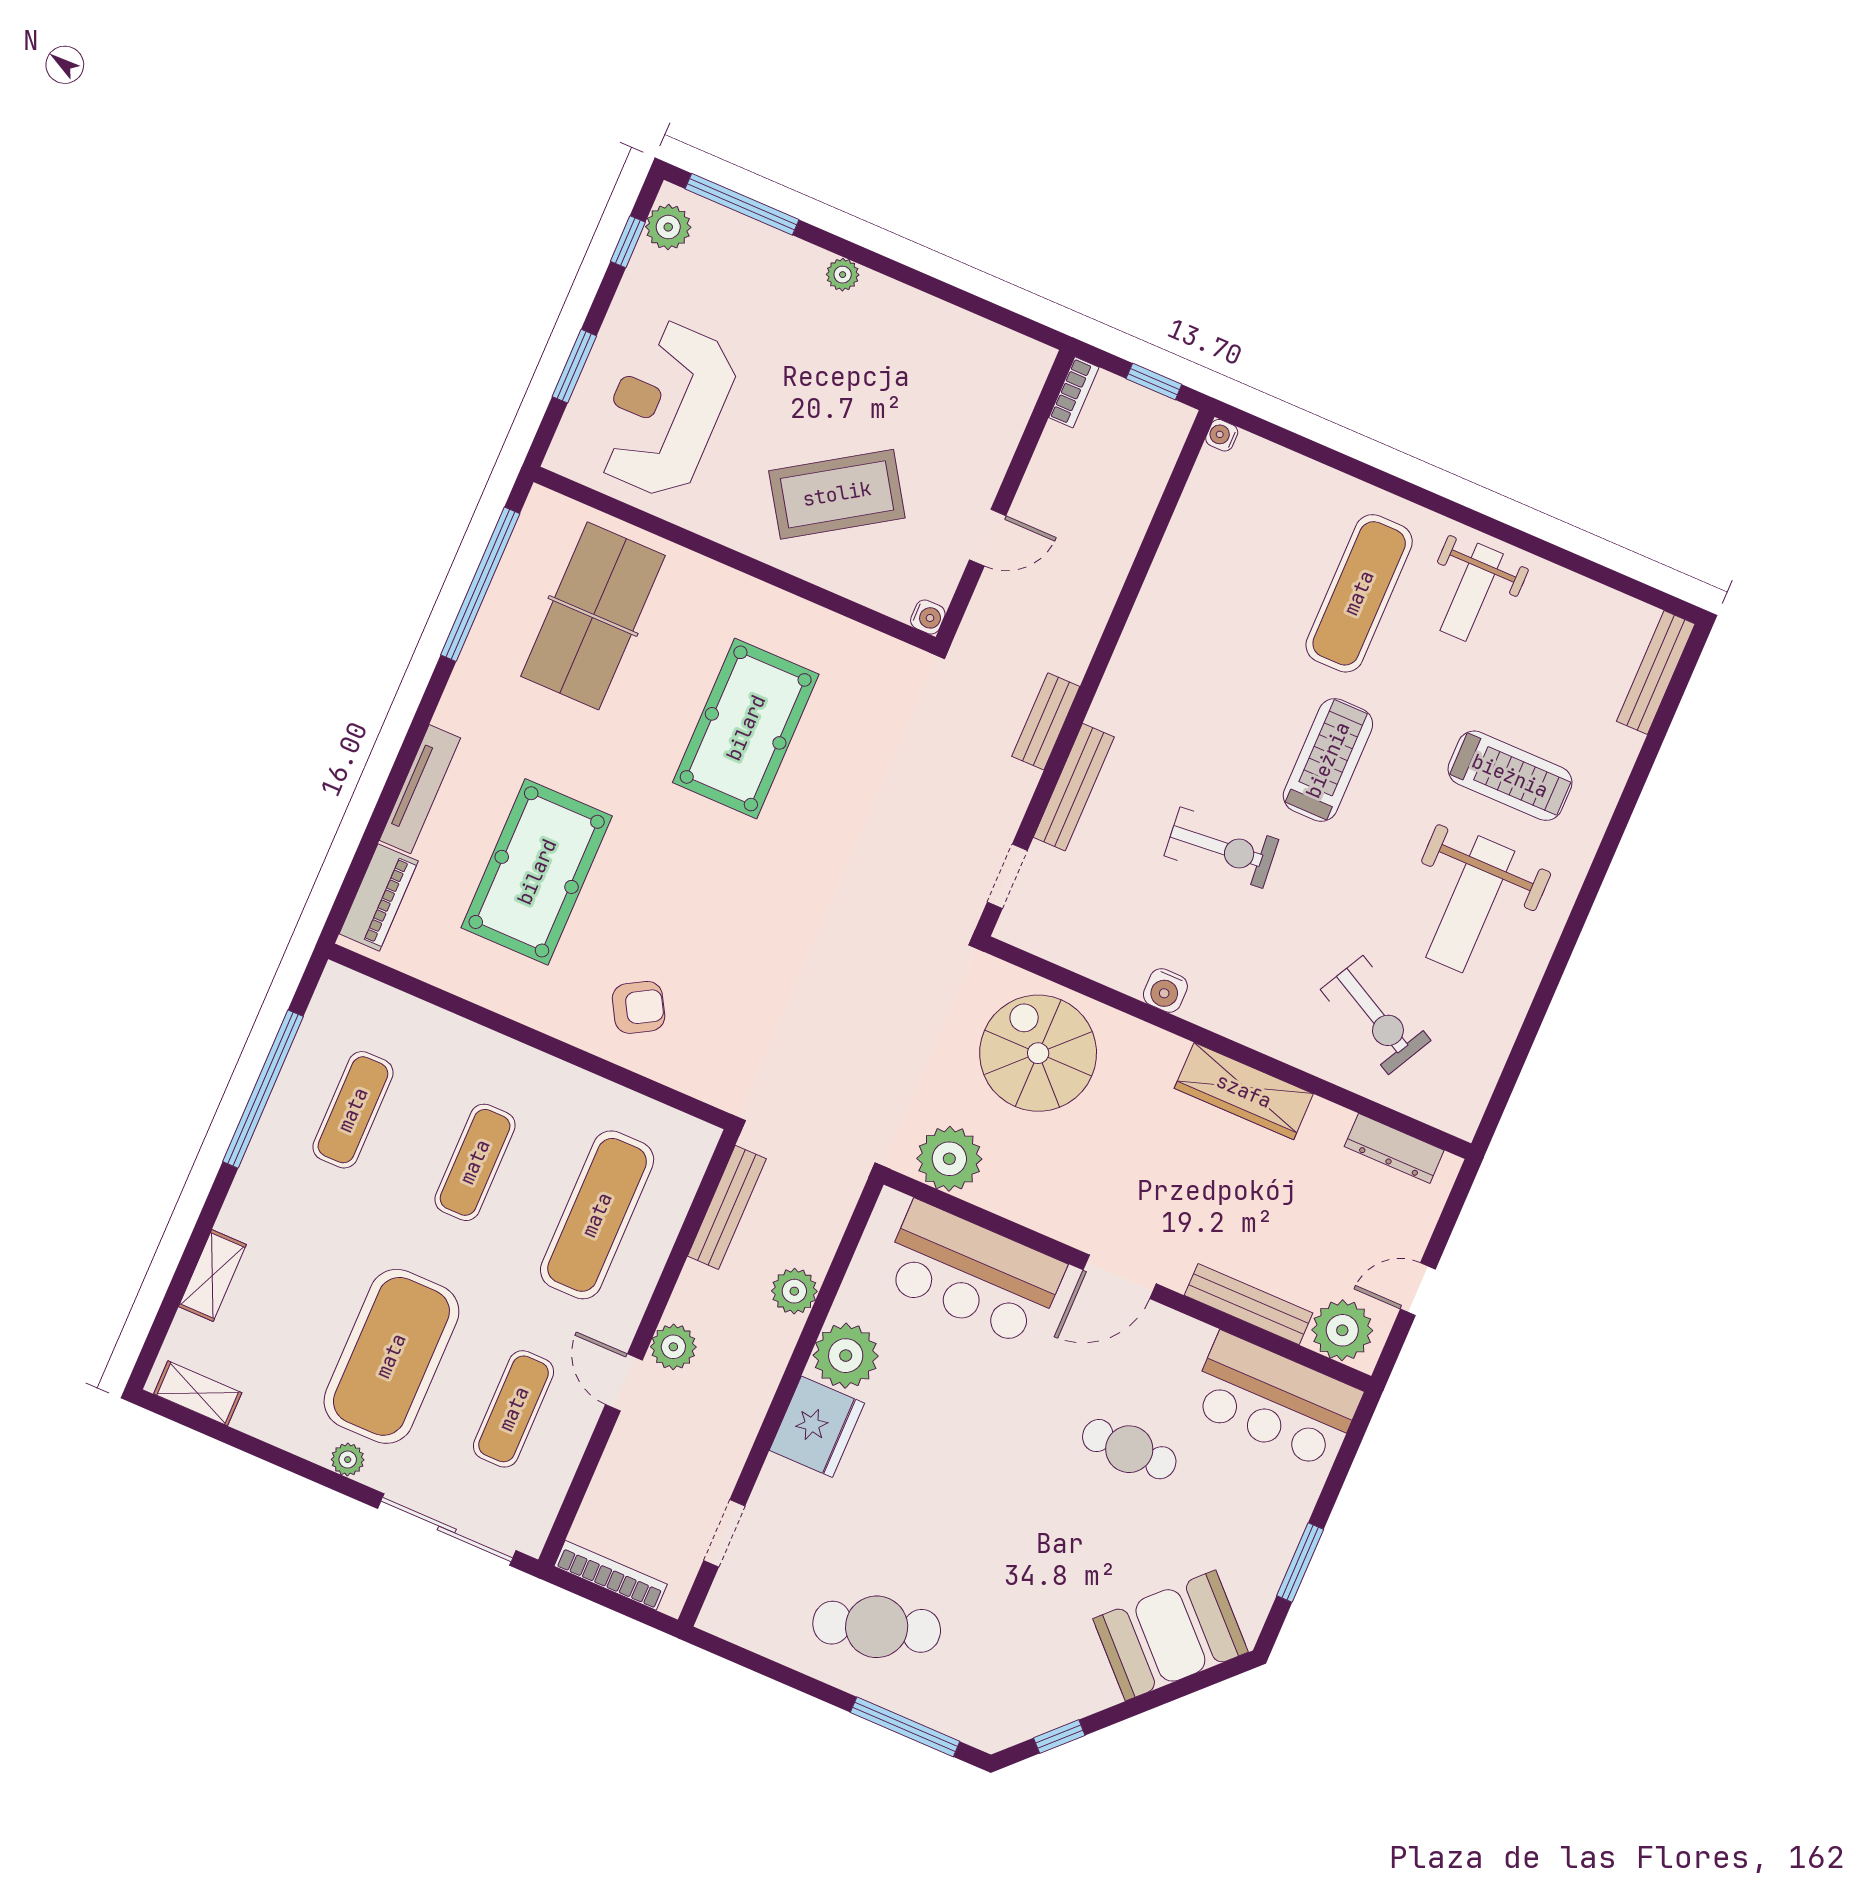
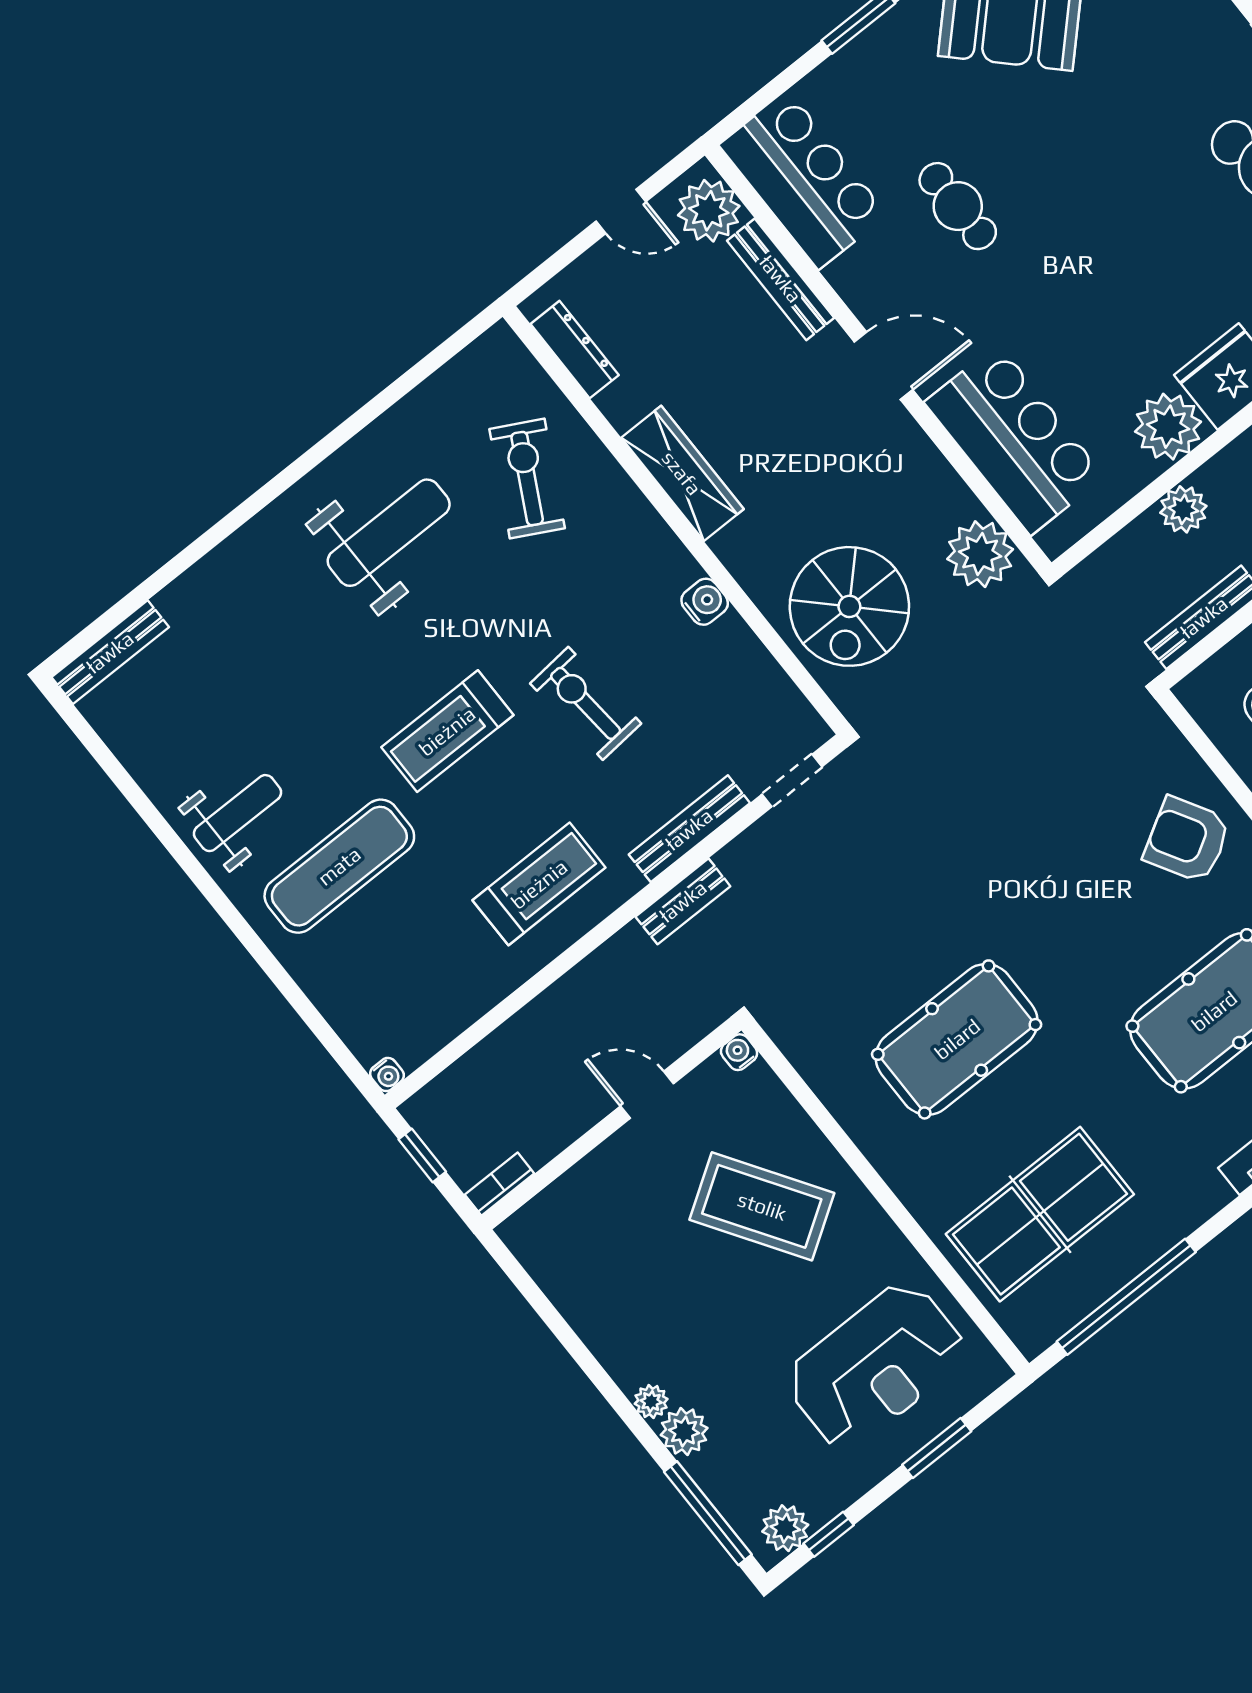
plant: (800, 264) -> (684, 1431), added
treadmill: (1510, 776) -> (539, 884), moved, turned 90
armchair: (639, 1007) -> (1187, 840), width x1.38, depth x1.38

